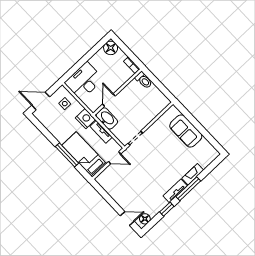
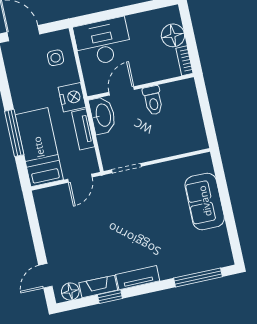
floor lamp: (111, 48) -> (173, 35), moved
toilet: (144, 80) -> (153, 100), moved
door: (115, 158) -> (80, 178), hinge flipped
fireplace: (193, 174) -> (98, 286), moved
window: (188, 189) -> (198, 277), moved
door: (127, 218) -> (45, 276), swing flipped

